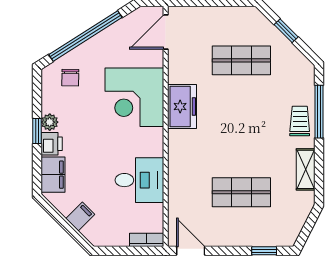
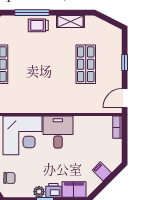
freezer: (182, 107) -> (29, 104), removed
desk: (139, 180) -> (58, 132), moved
window: (264, 251) -> (125, 62), moved

